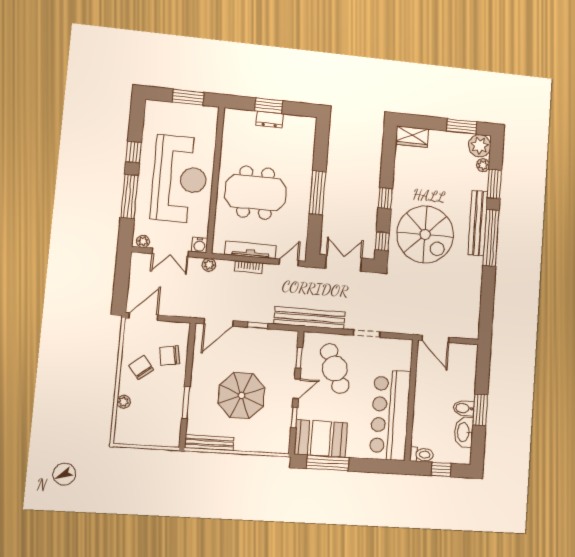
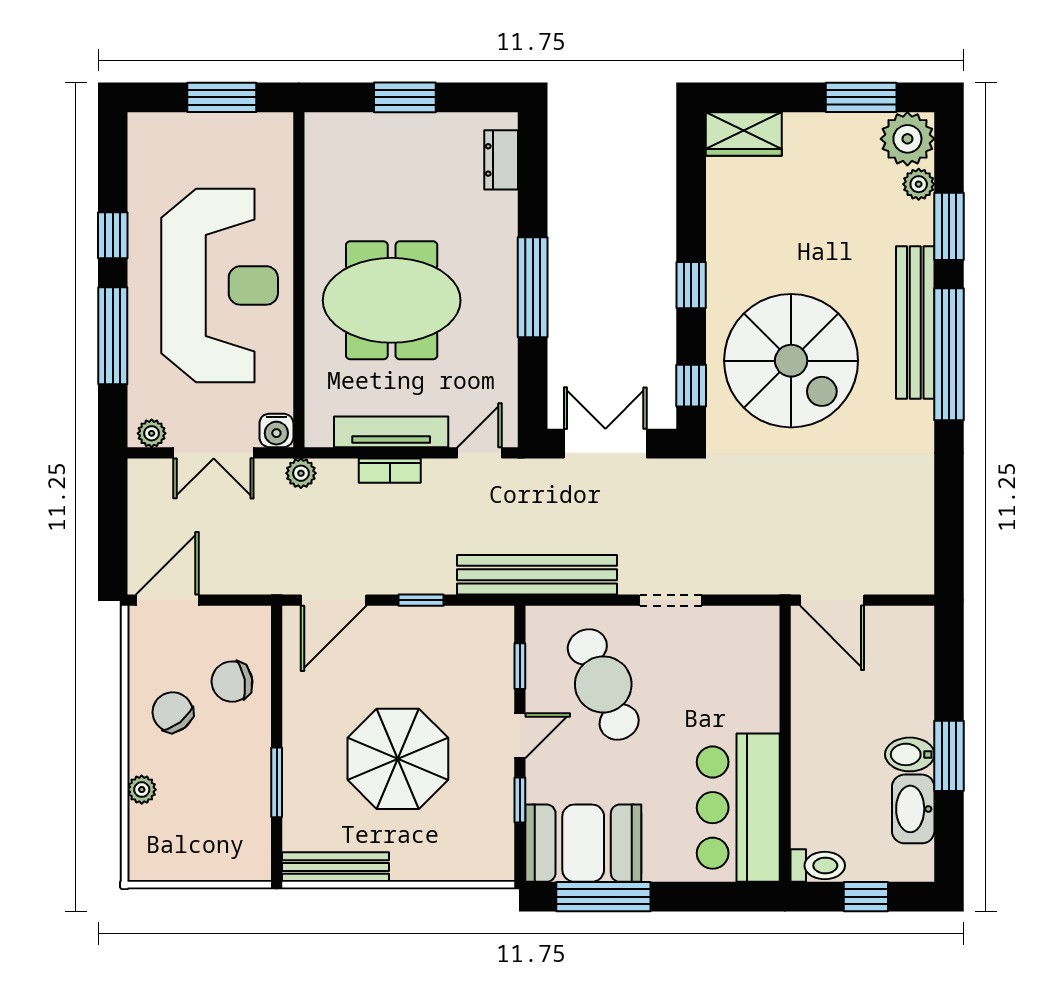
dresser: (270, 119) -> (501, 160), moved, turned 90
bar counter: (390, 415) -> (738, 808), width x0.73

